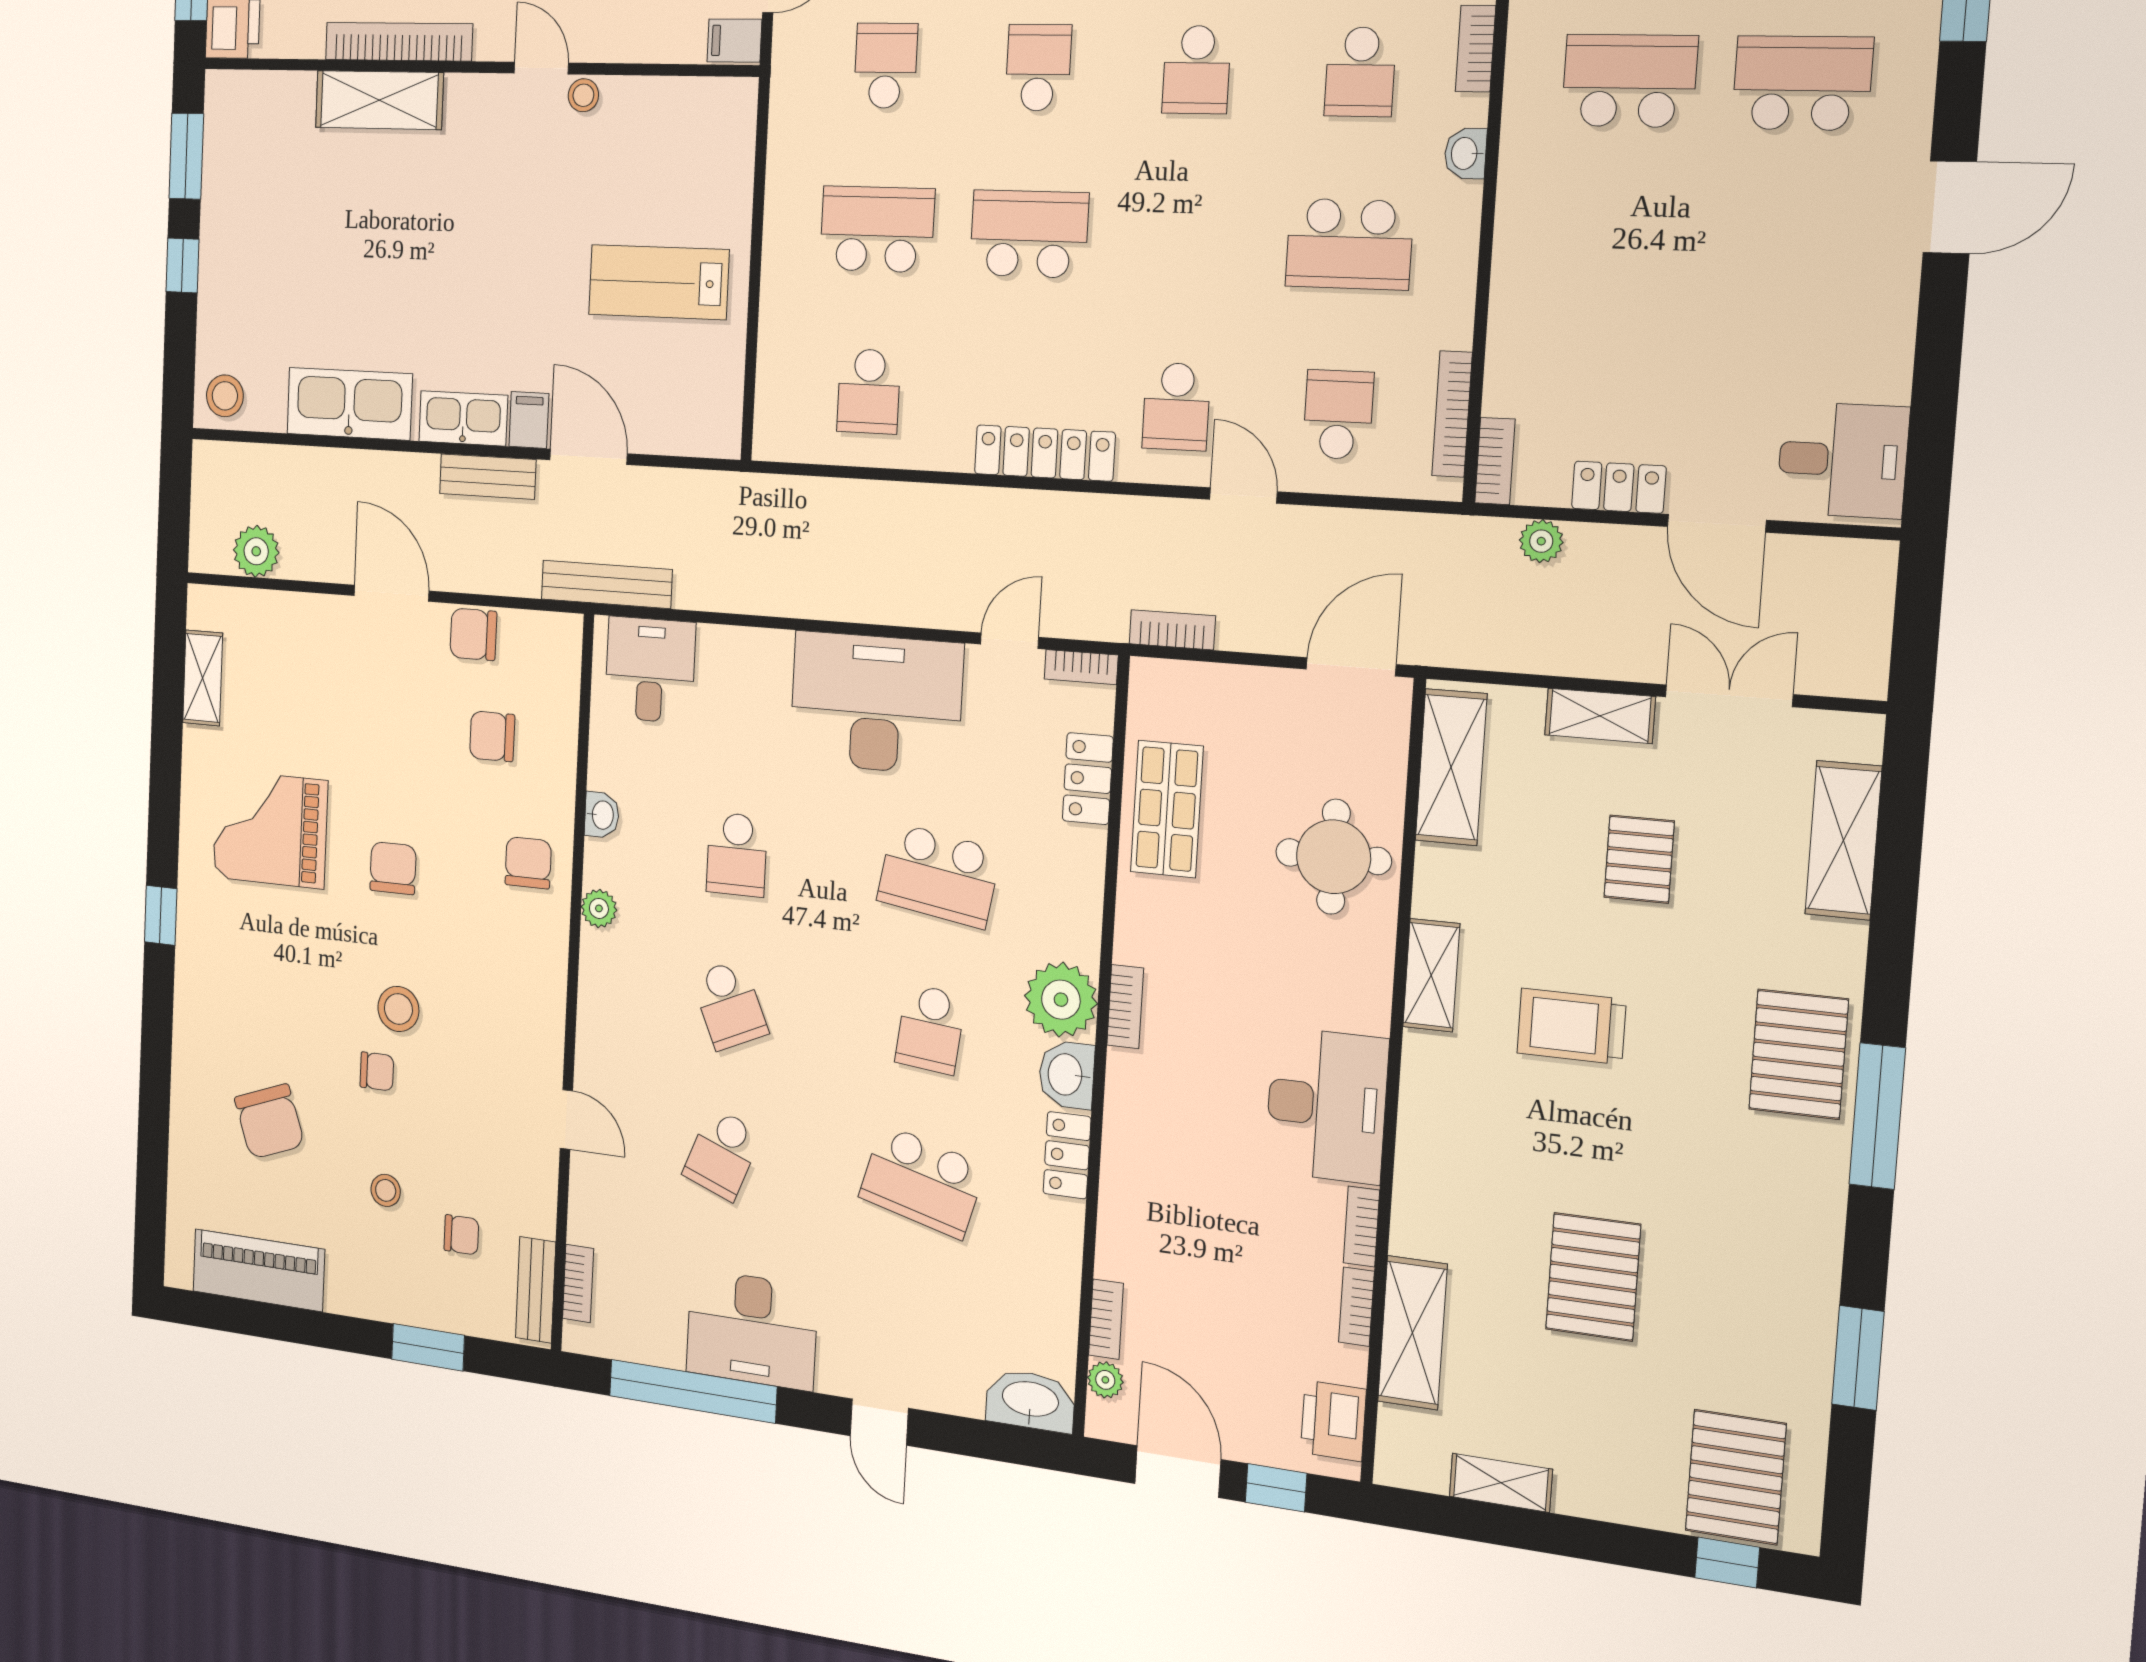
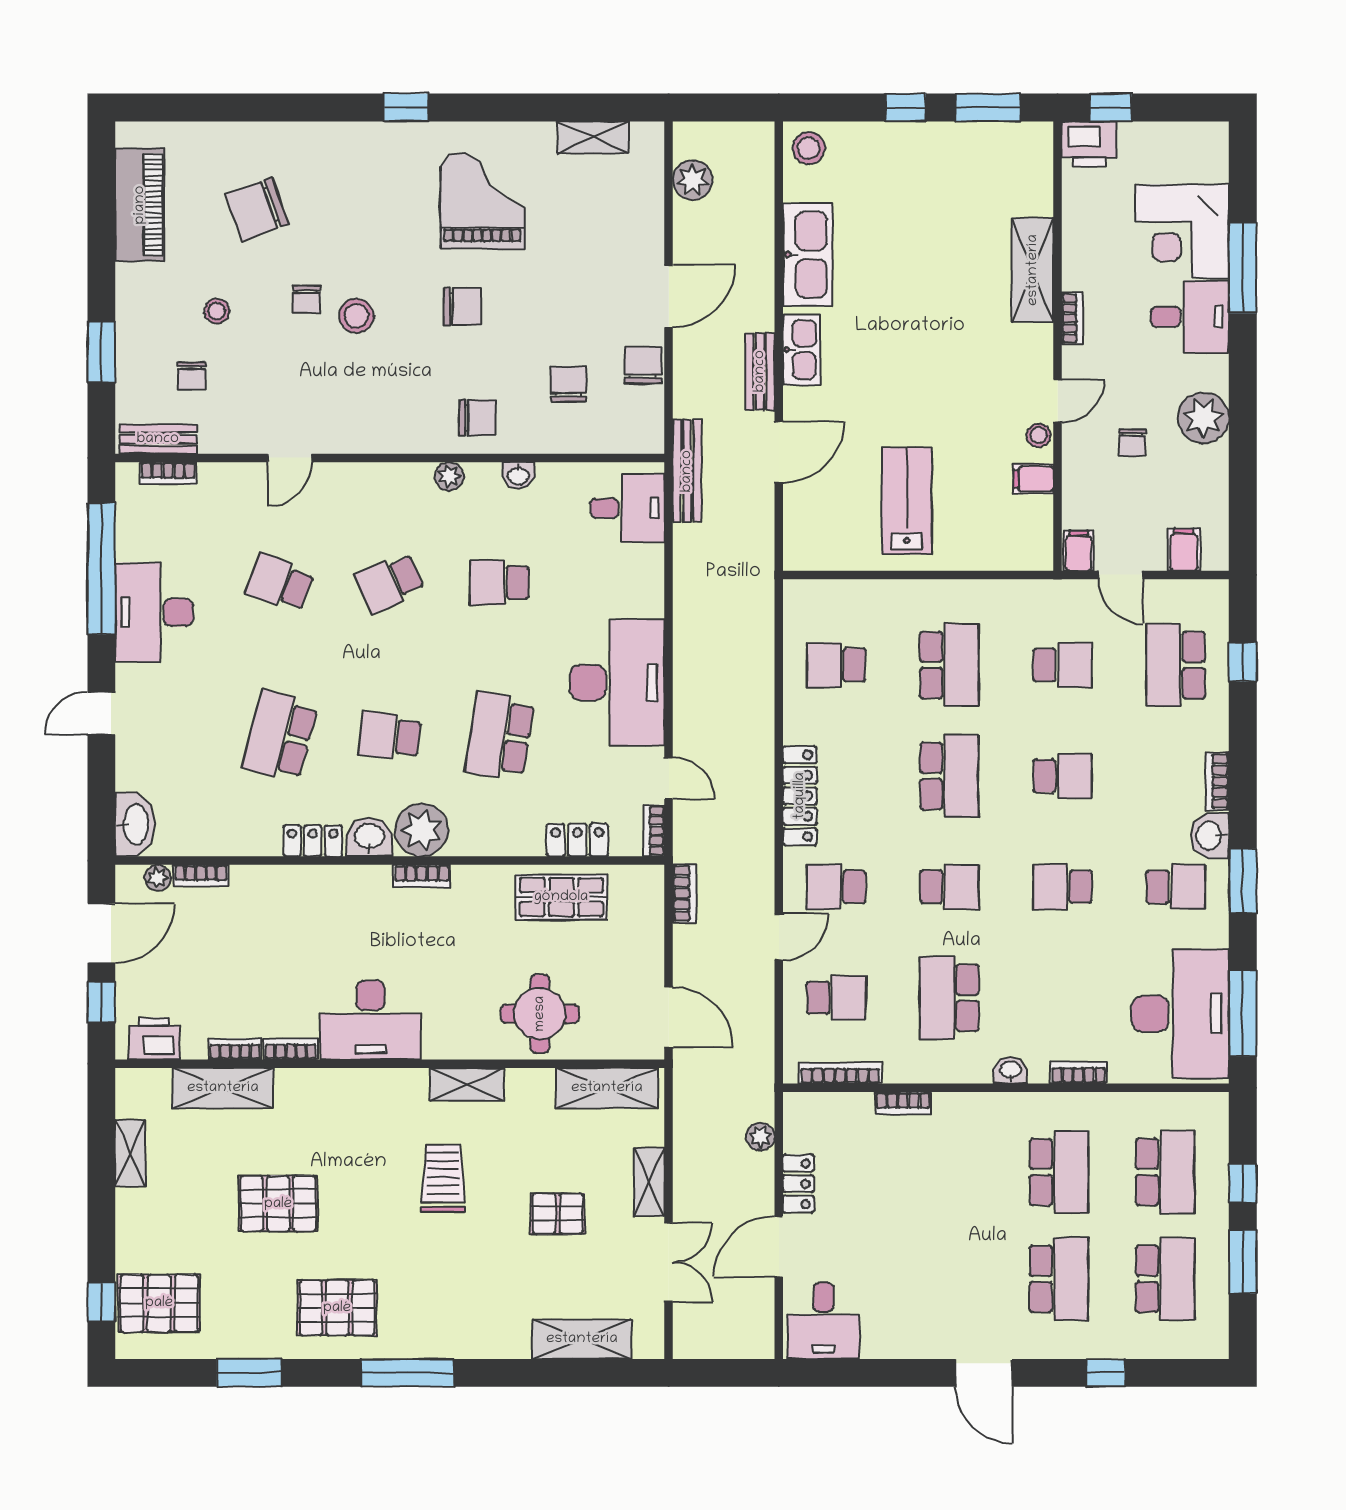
bookcase: (399, 42) -> (1072, 318), width x0.43, depth x0.76
school desk: (1360, 72) -> (949, 887), moved, turned 180
filing cabinet: (529, 420) -> (1033, 479), moved, turned 180
bookcase: (1495, 461) -> (903, 1103), moved
pallet: (1799, 1054) -> (337, 1308), moved

